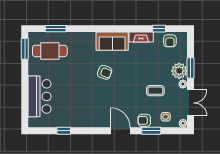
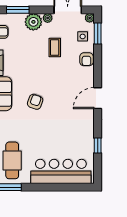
window: (191, 68) -> (18, 10), moved
bar counter: (39, 96) -> (61, 171), width x1.36
door: (120, 131) -> (98, 98), moved
window: (151, 131) -> (98, 34), moved

